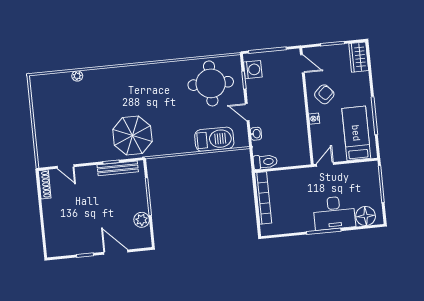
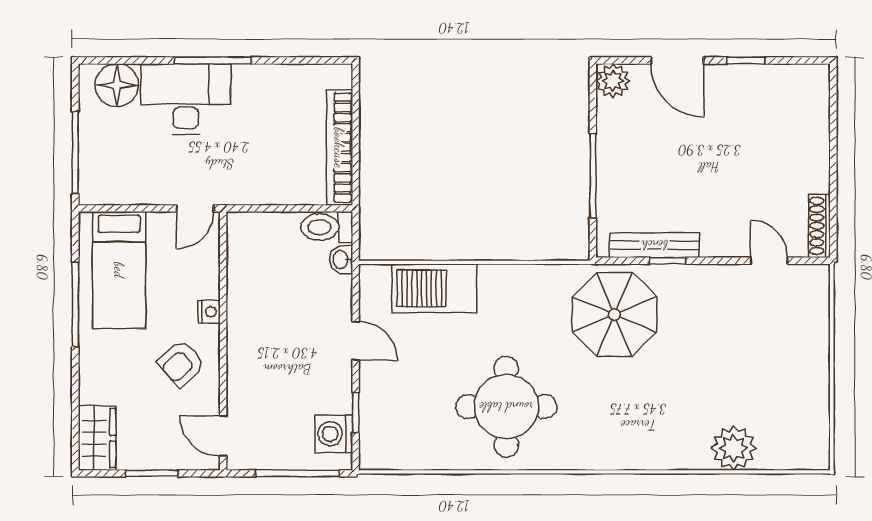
plant: (77, 76) -> (734, 448), width x1.88, depth x1.88
round table: (211, 83) -> (506, 407), moved
washbasin: (256, 134) -> (341, 260), moved
plant: (142, 220) -> (613, 81), moved

